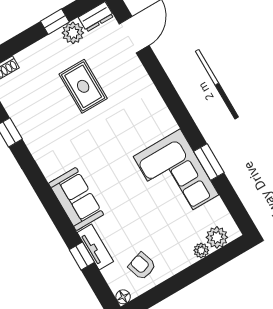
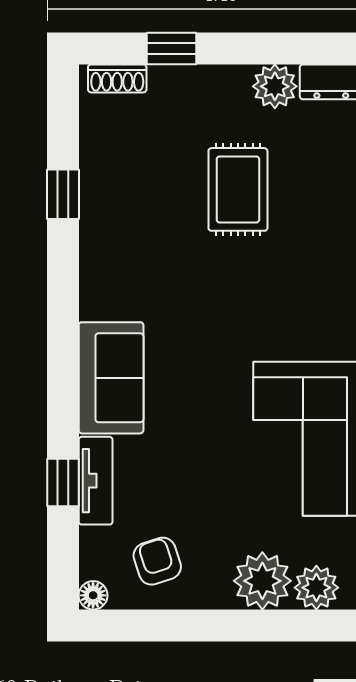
window: (55, 22) -> (172, 48), moved
plant: (201, 250) -> (262, 581), width x1.88, depth x1.88

